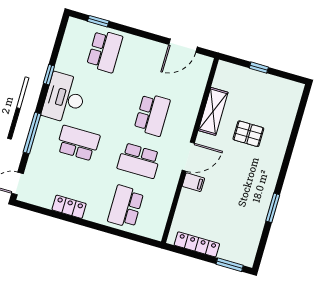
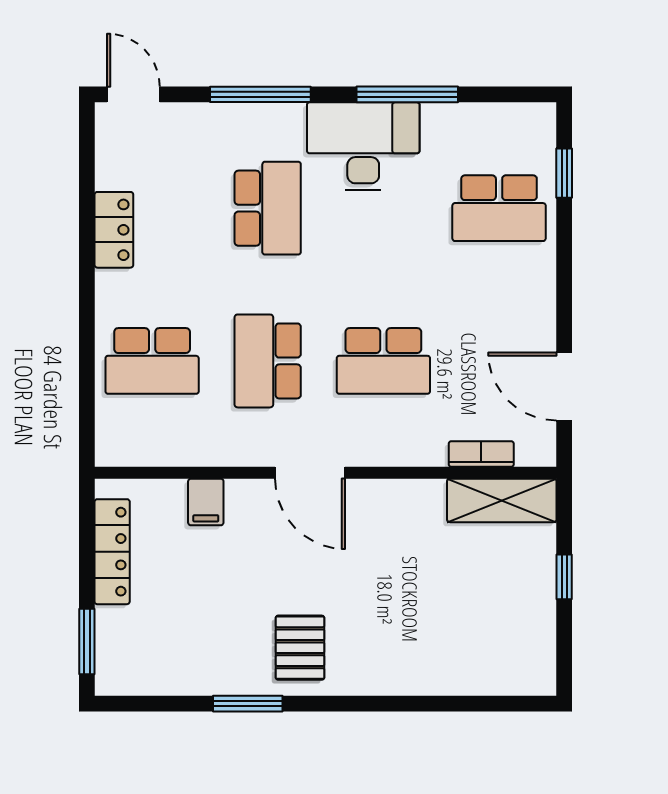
window: (49, 75) -> (407, 94), width x2.17
bookcase: (200, 86) -> (481, 454), added
shelving: (213, 111) -> (502, 500), moved
pallet: (248, 134) -> (300, 648), moved
filing cabinet: (193, 182) -> (206, 502), moved
school desk: (126, 207) -> (152, 361), turned 180

